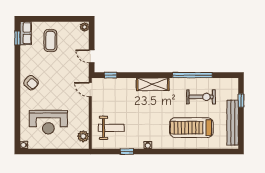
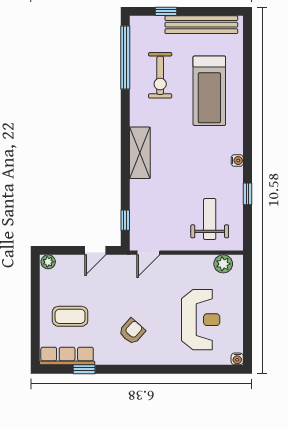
row of seats: (26, 33) -> (67, 356), width x1.48
window: (17, 38) -> (84, 369), moved
window: (192, 75) -> (125, 58), moved
armchair: (31, 83) -> (132, 331), moved
exercise bike: (201, 97) -> (160, 75), turned 180

